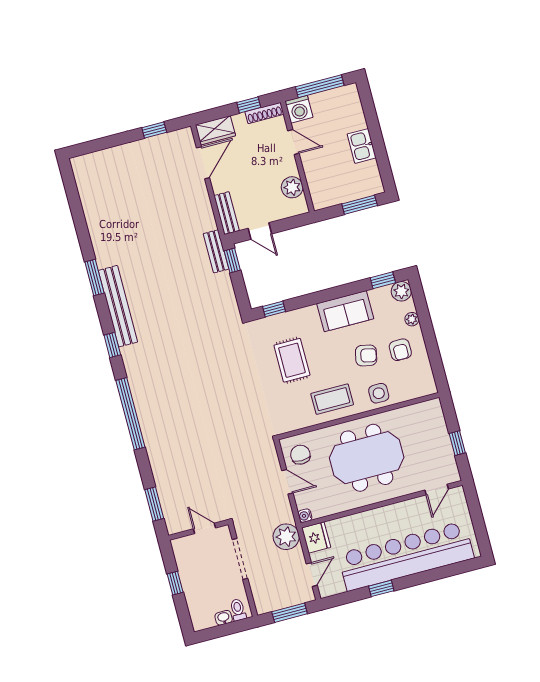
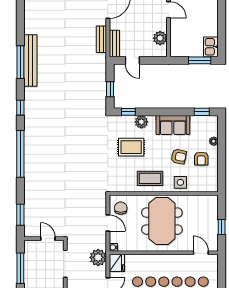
kitchen sink: (362, 146) -> (211, 47), moved
bench: (216, 251) -> (101, 39), moved
window: (232, 261) -> (110, 89), moved
window: (94, 277) -> (20, 62), width x1.44
plant: (401, 291) -> (141, 122), moved
bench: (118, 306) -> (30, 60), moved
rug: (292, 360) -> (131, 147), turned 90
meeting table: (367, 458) -> (162, 221), turned 90
door: (437, 490) -> (201, 253), swing flipped
window: (175, 583) -> (20, 268), width x2.17

